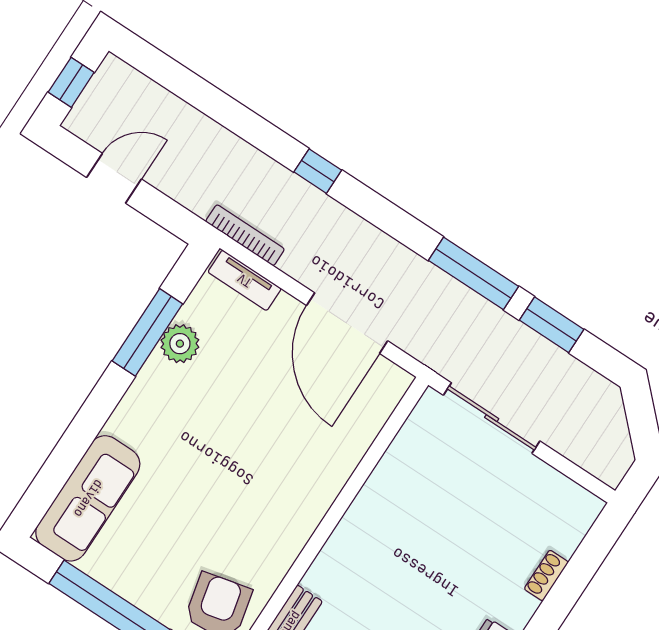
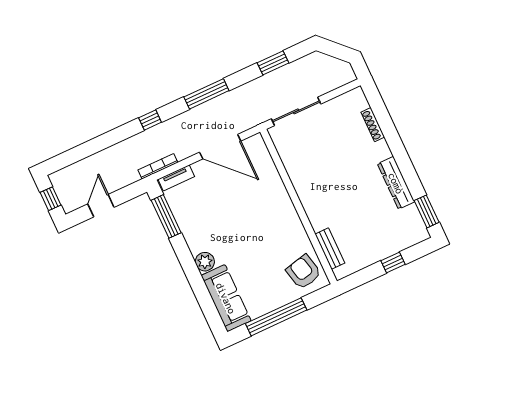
window: (473, 273) -> (206, 94), moved
window: (147, 332) -> (166, 216), moved
plant: (180, 344) -> (205, 262), moved
shoe rack: (546, 575) -> (373, 125), width x1.43

